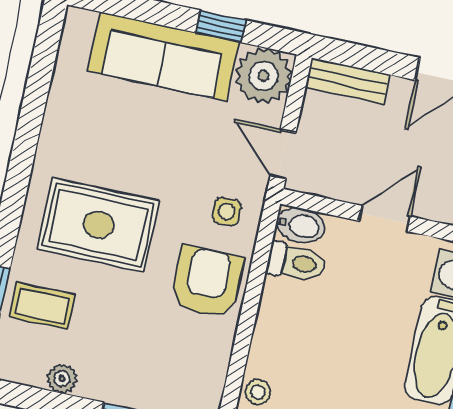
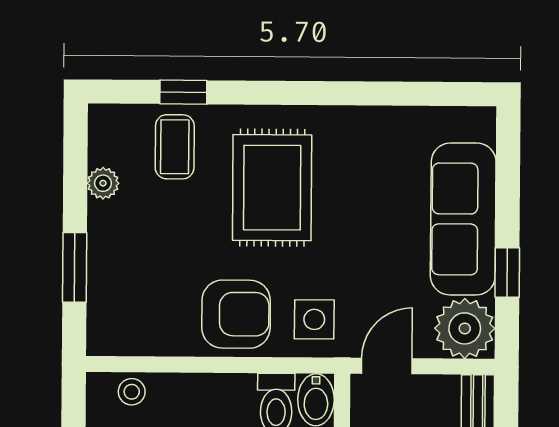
side table: (227, 212) -> (314, 319), width x1.37, depth x1.37

